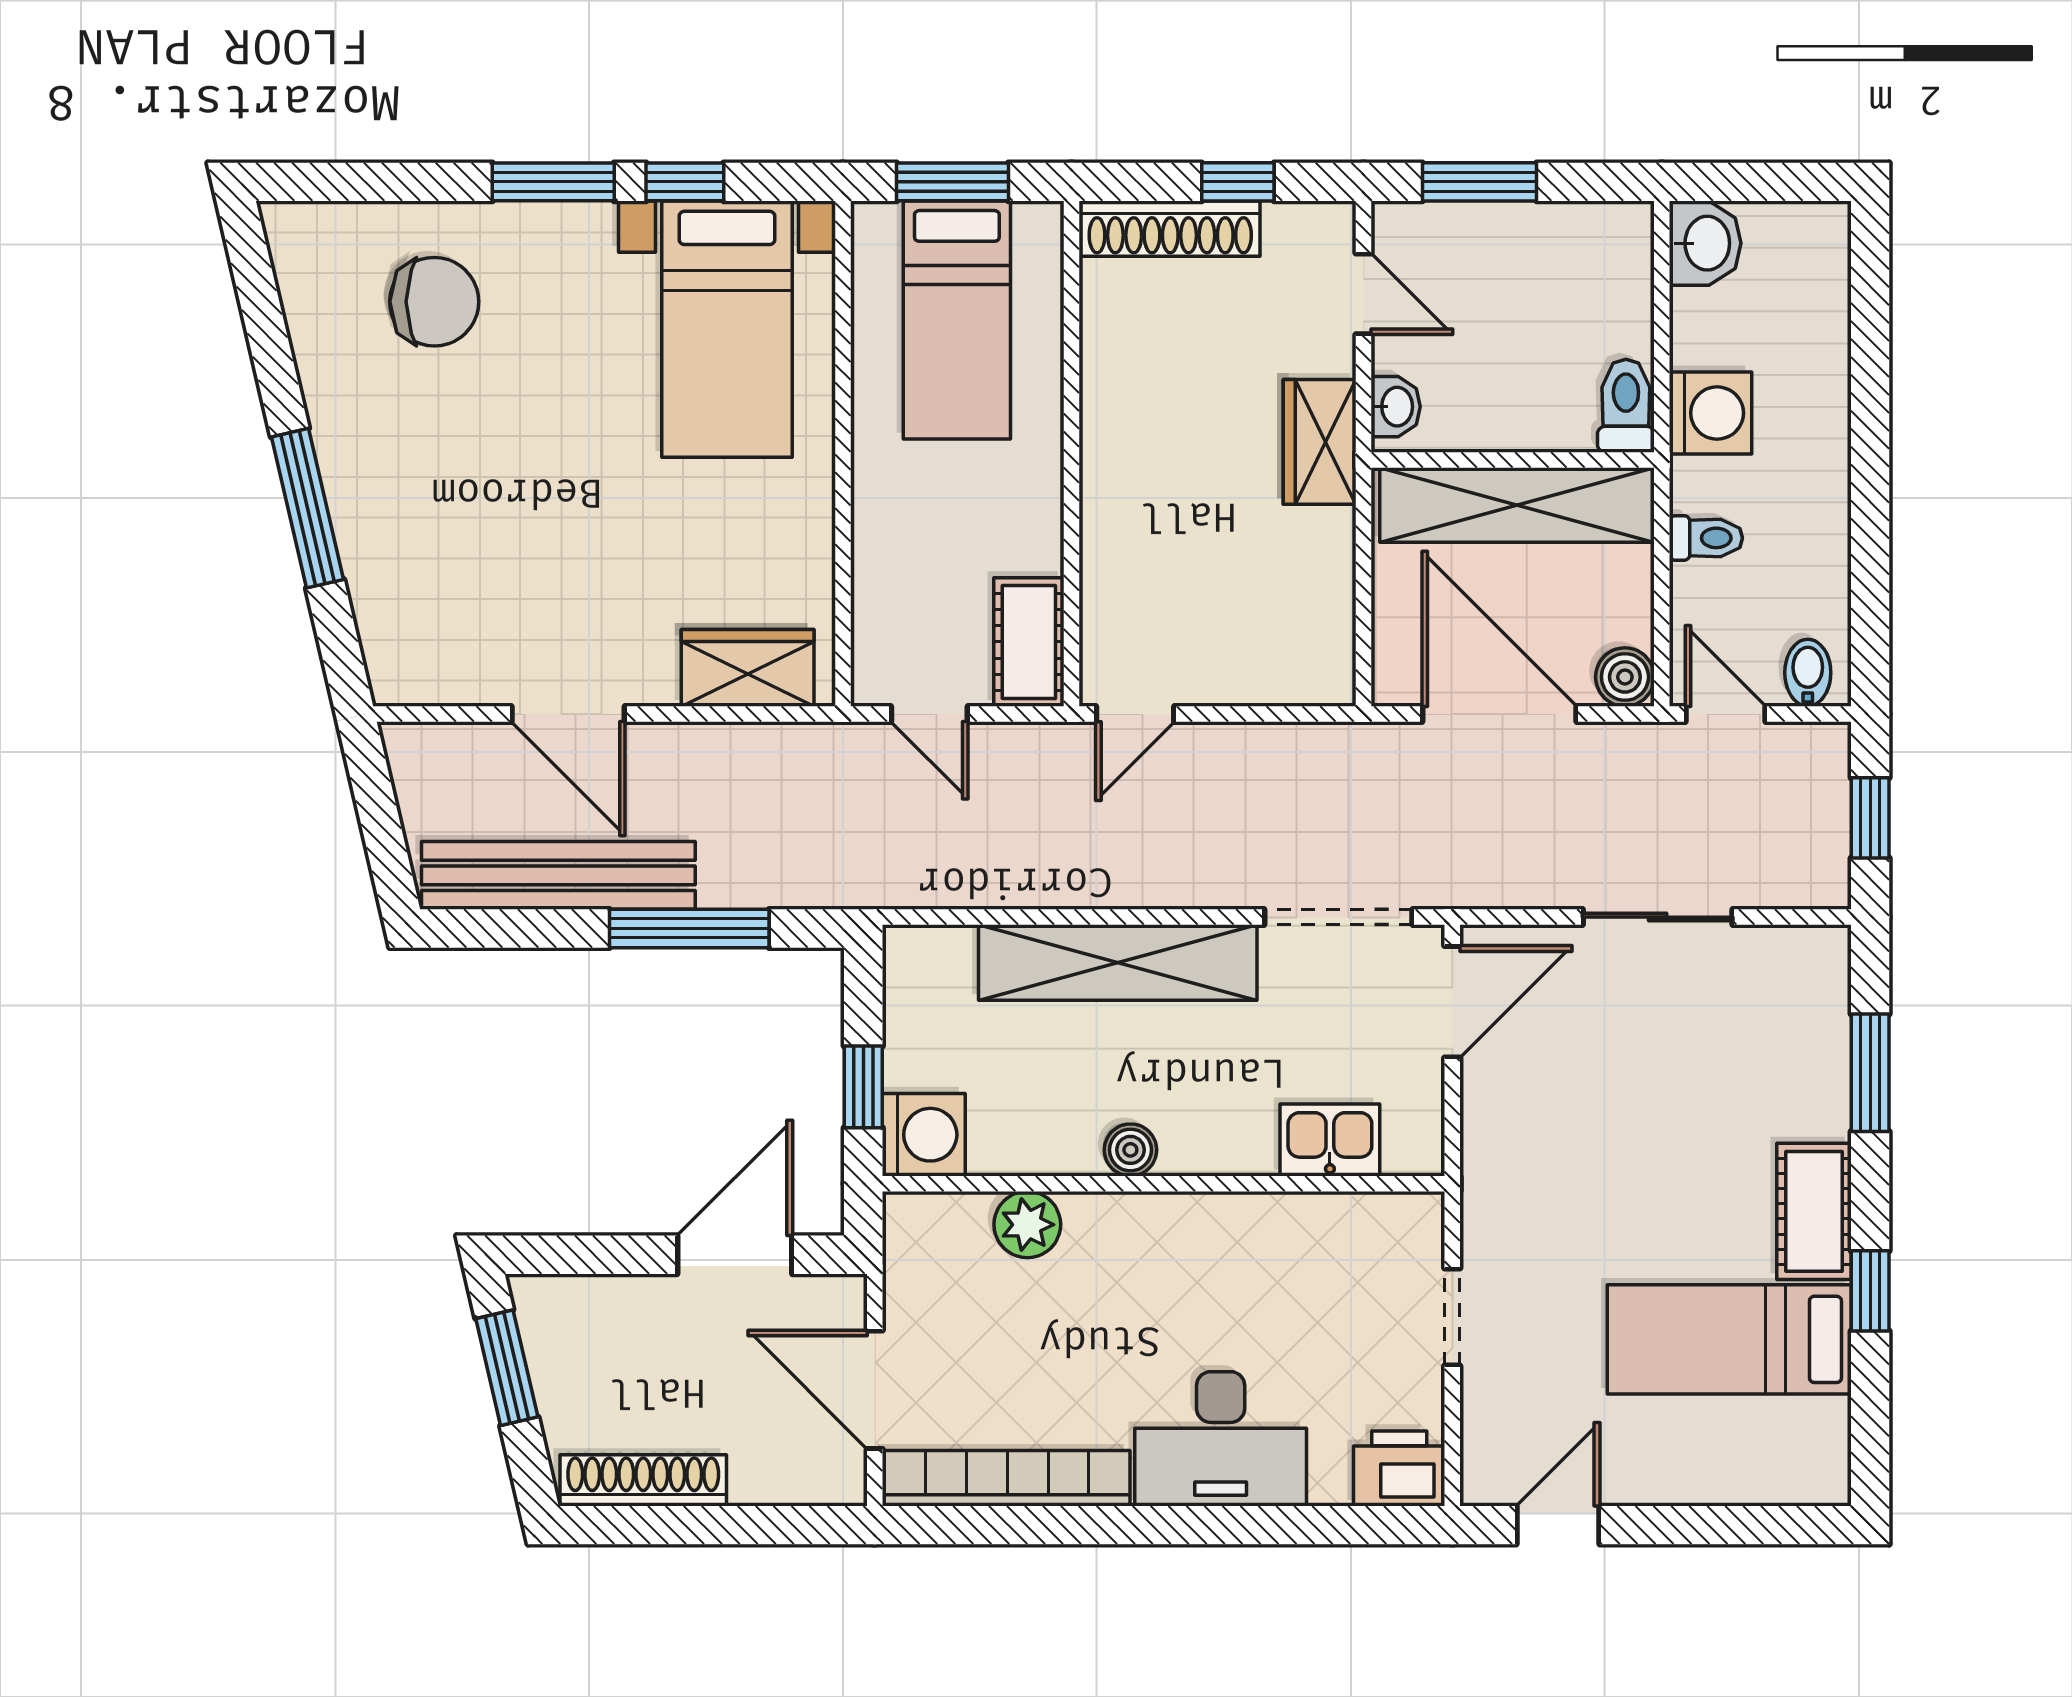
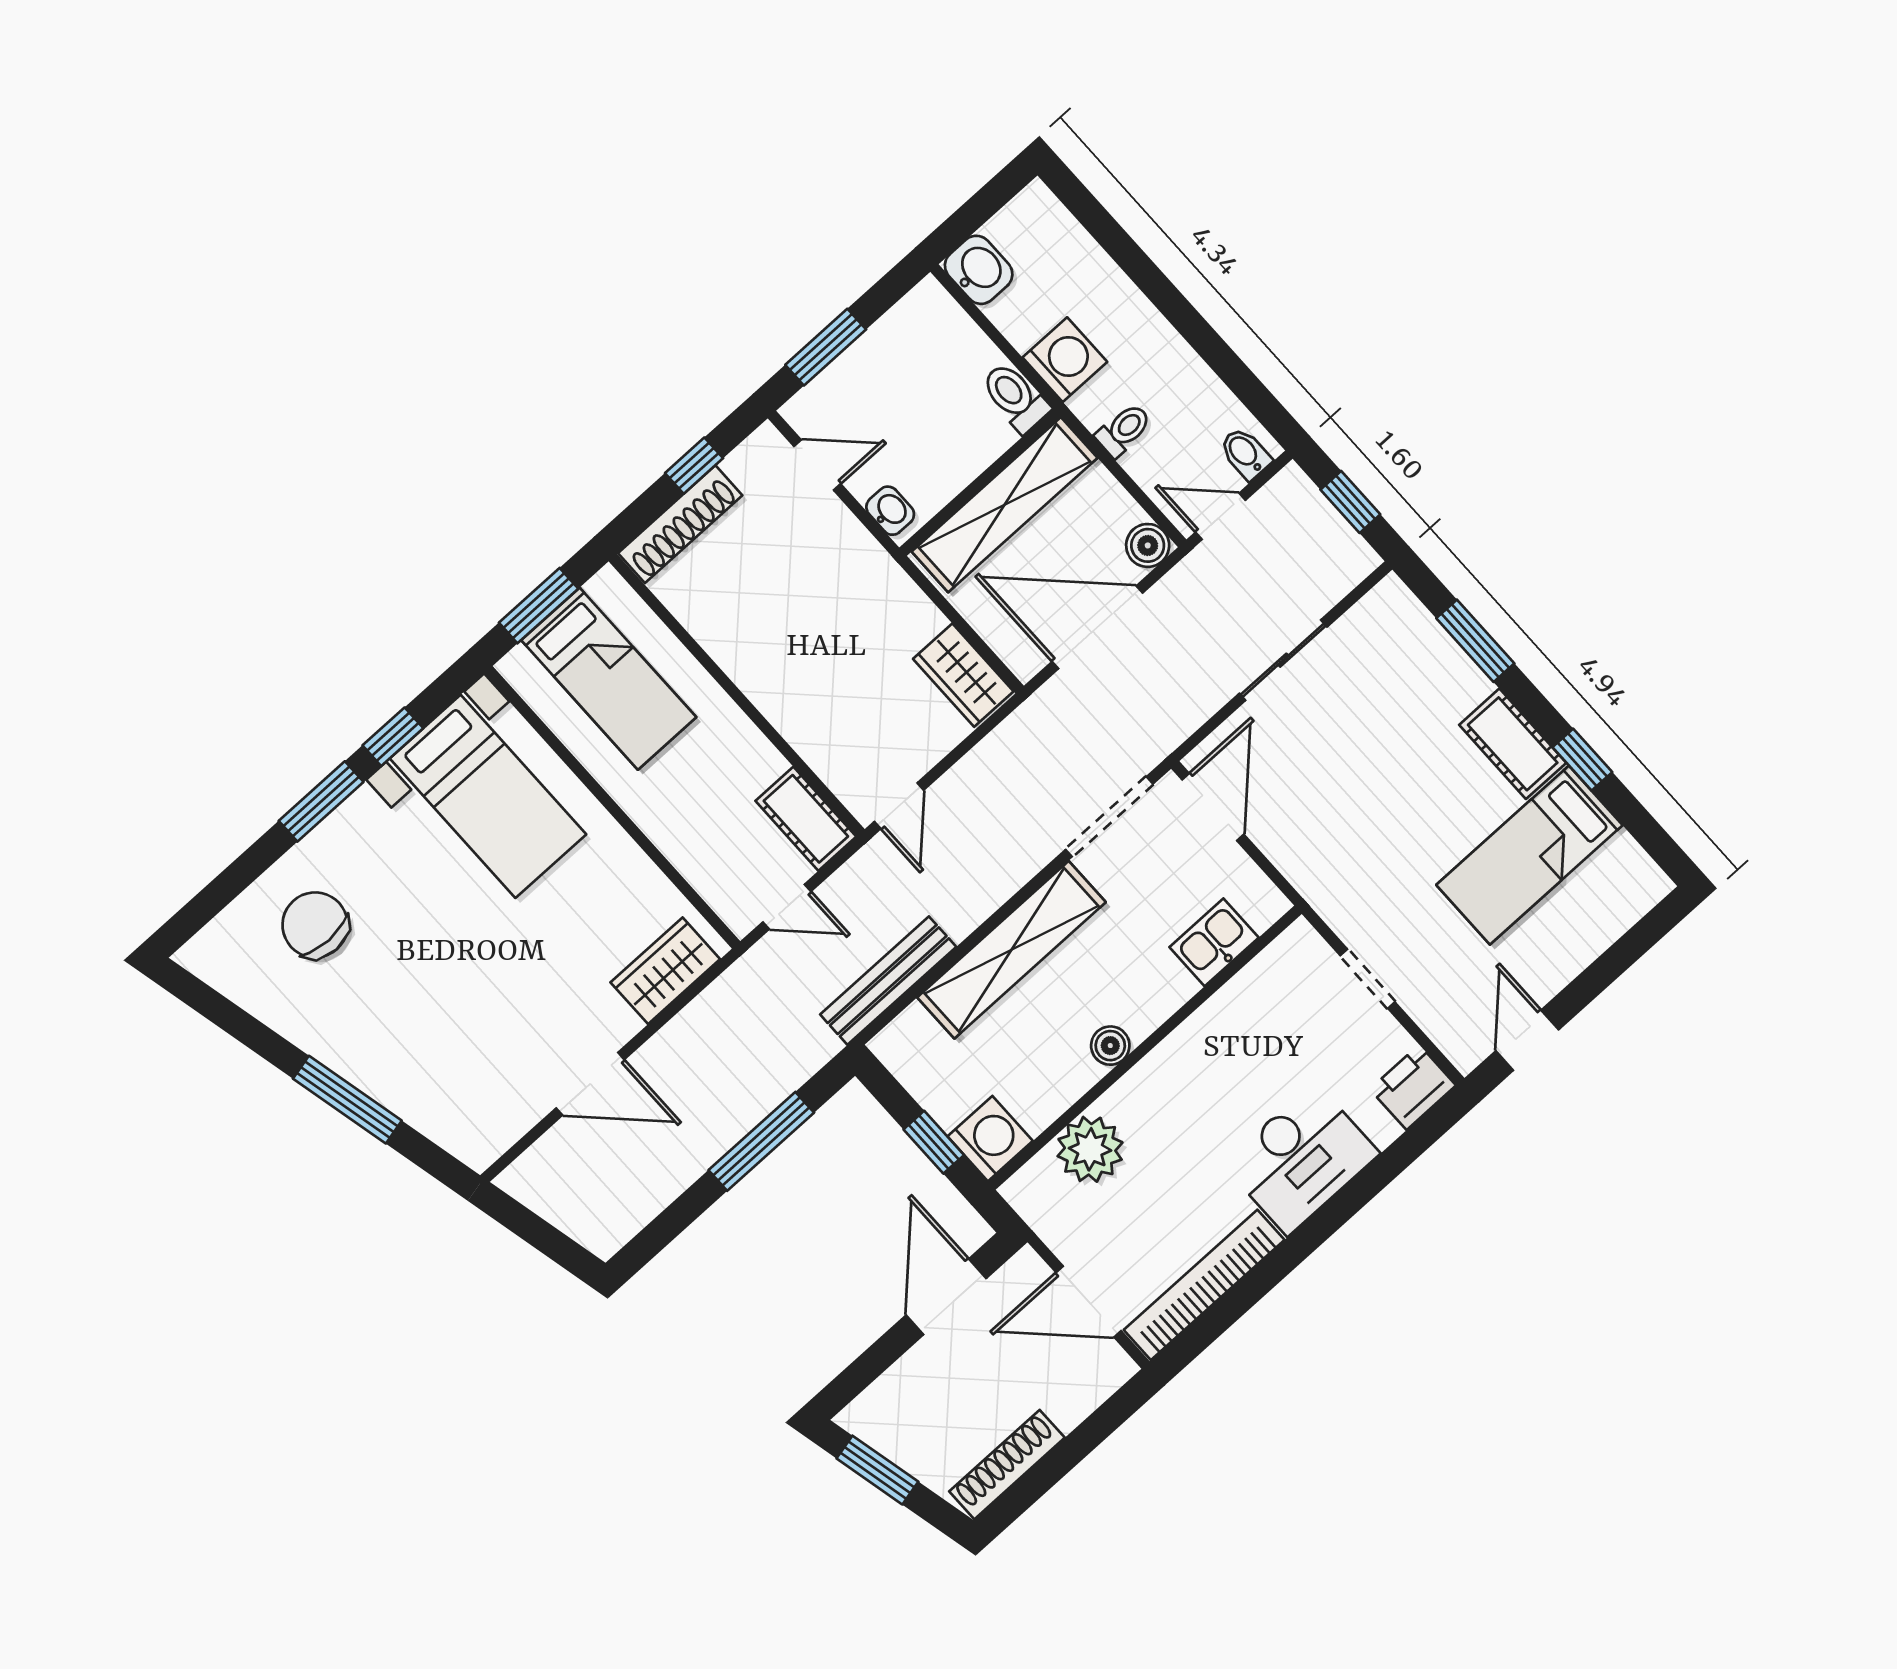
chair: (434, 302) -> (315, 925), turned -90
wardrobe: (1320, 442) -> (963, 675), moved
bench: (558, 875) -> (888, 981), moved, width x0.73, depth x0.82
plant: (1027, 1225) -> (1090, 1149), width x1.36, depth x1.36

